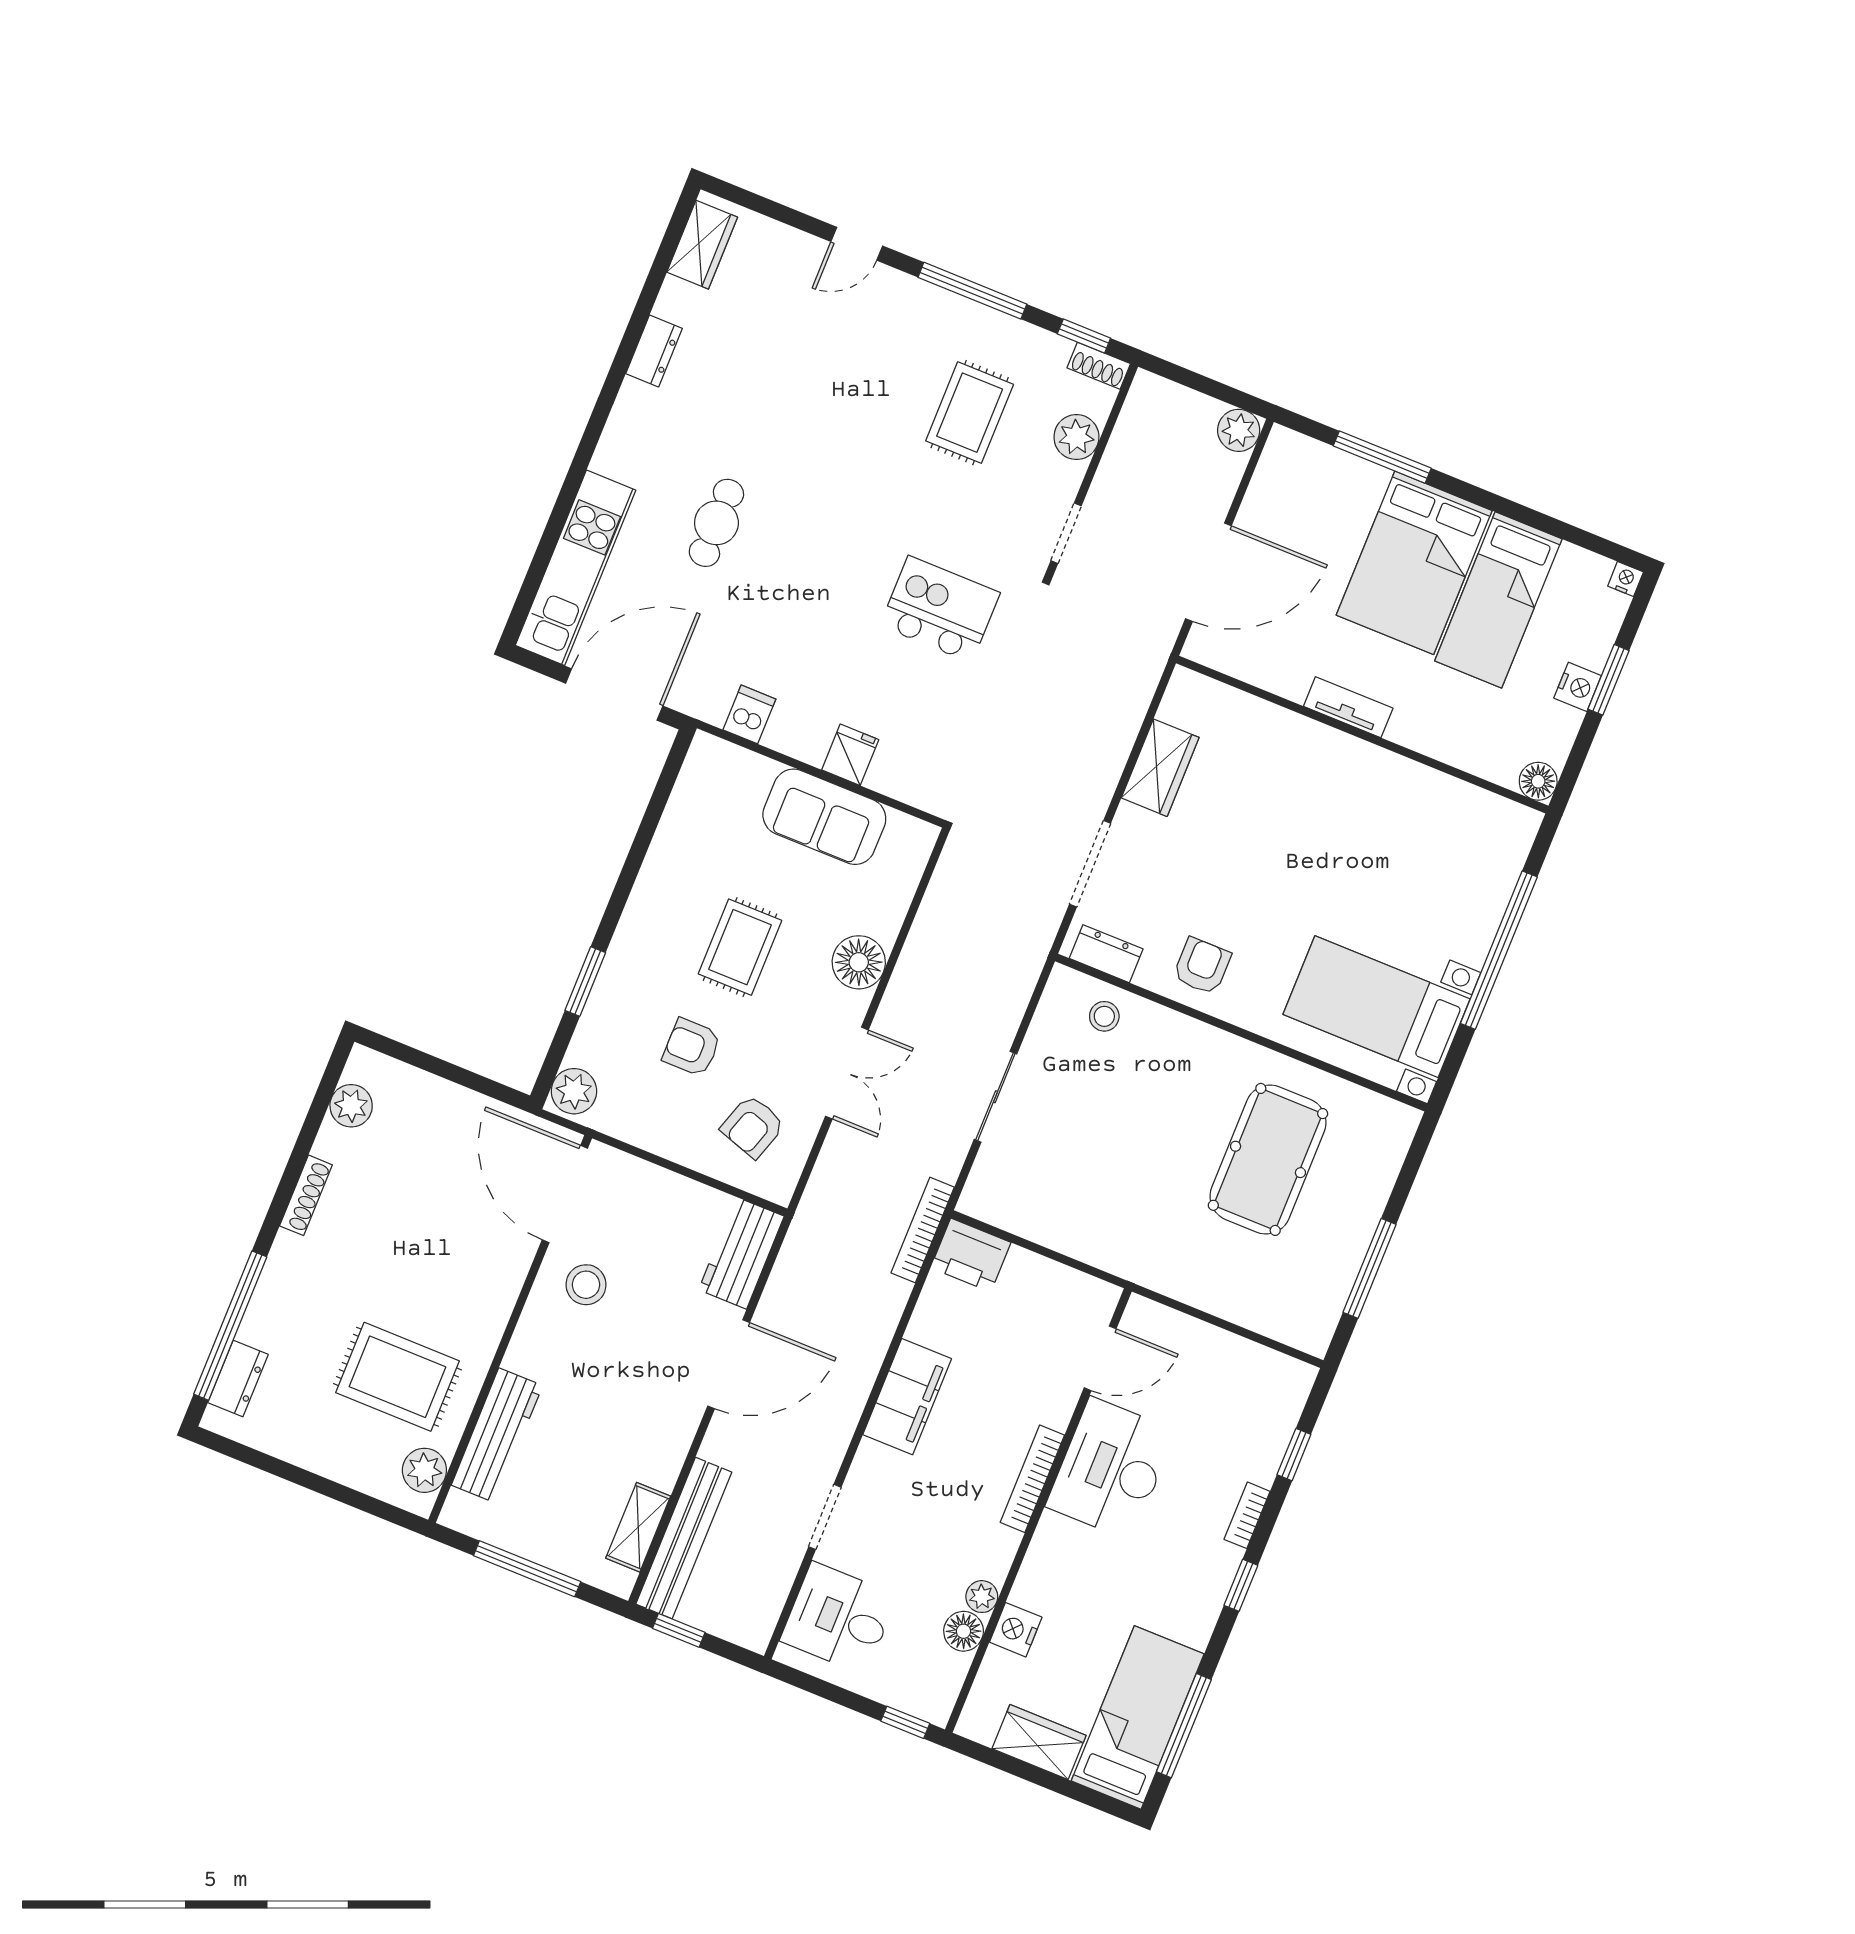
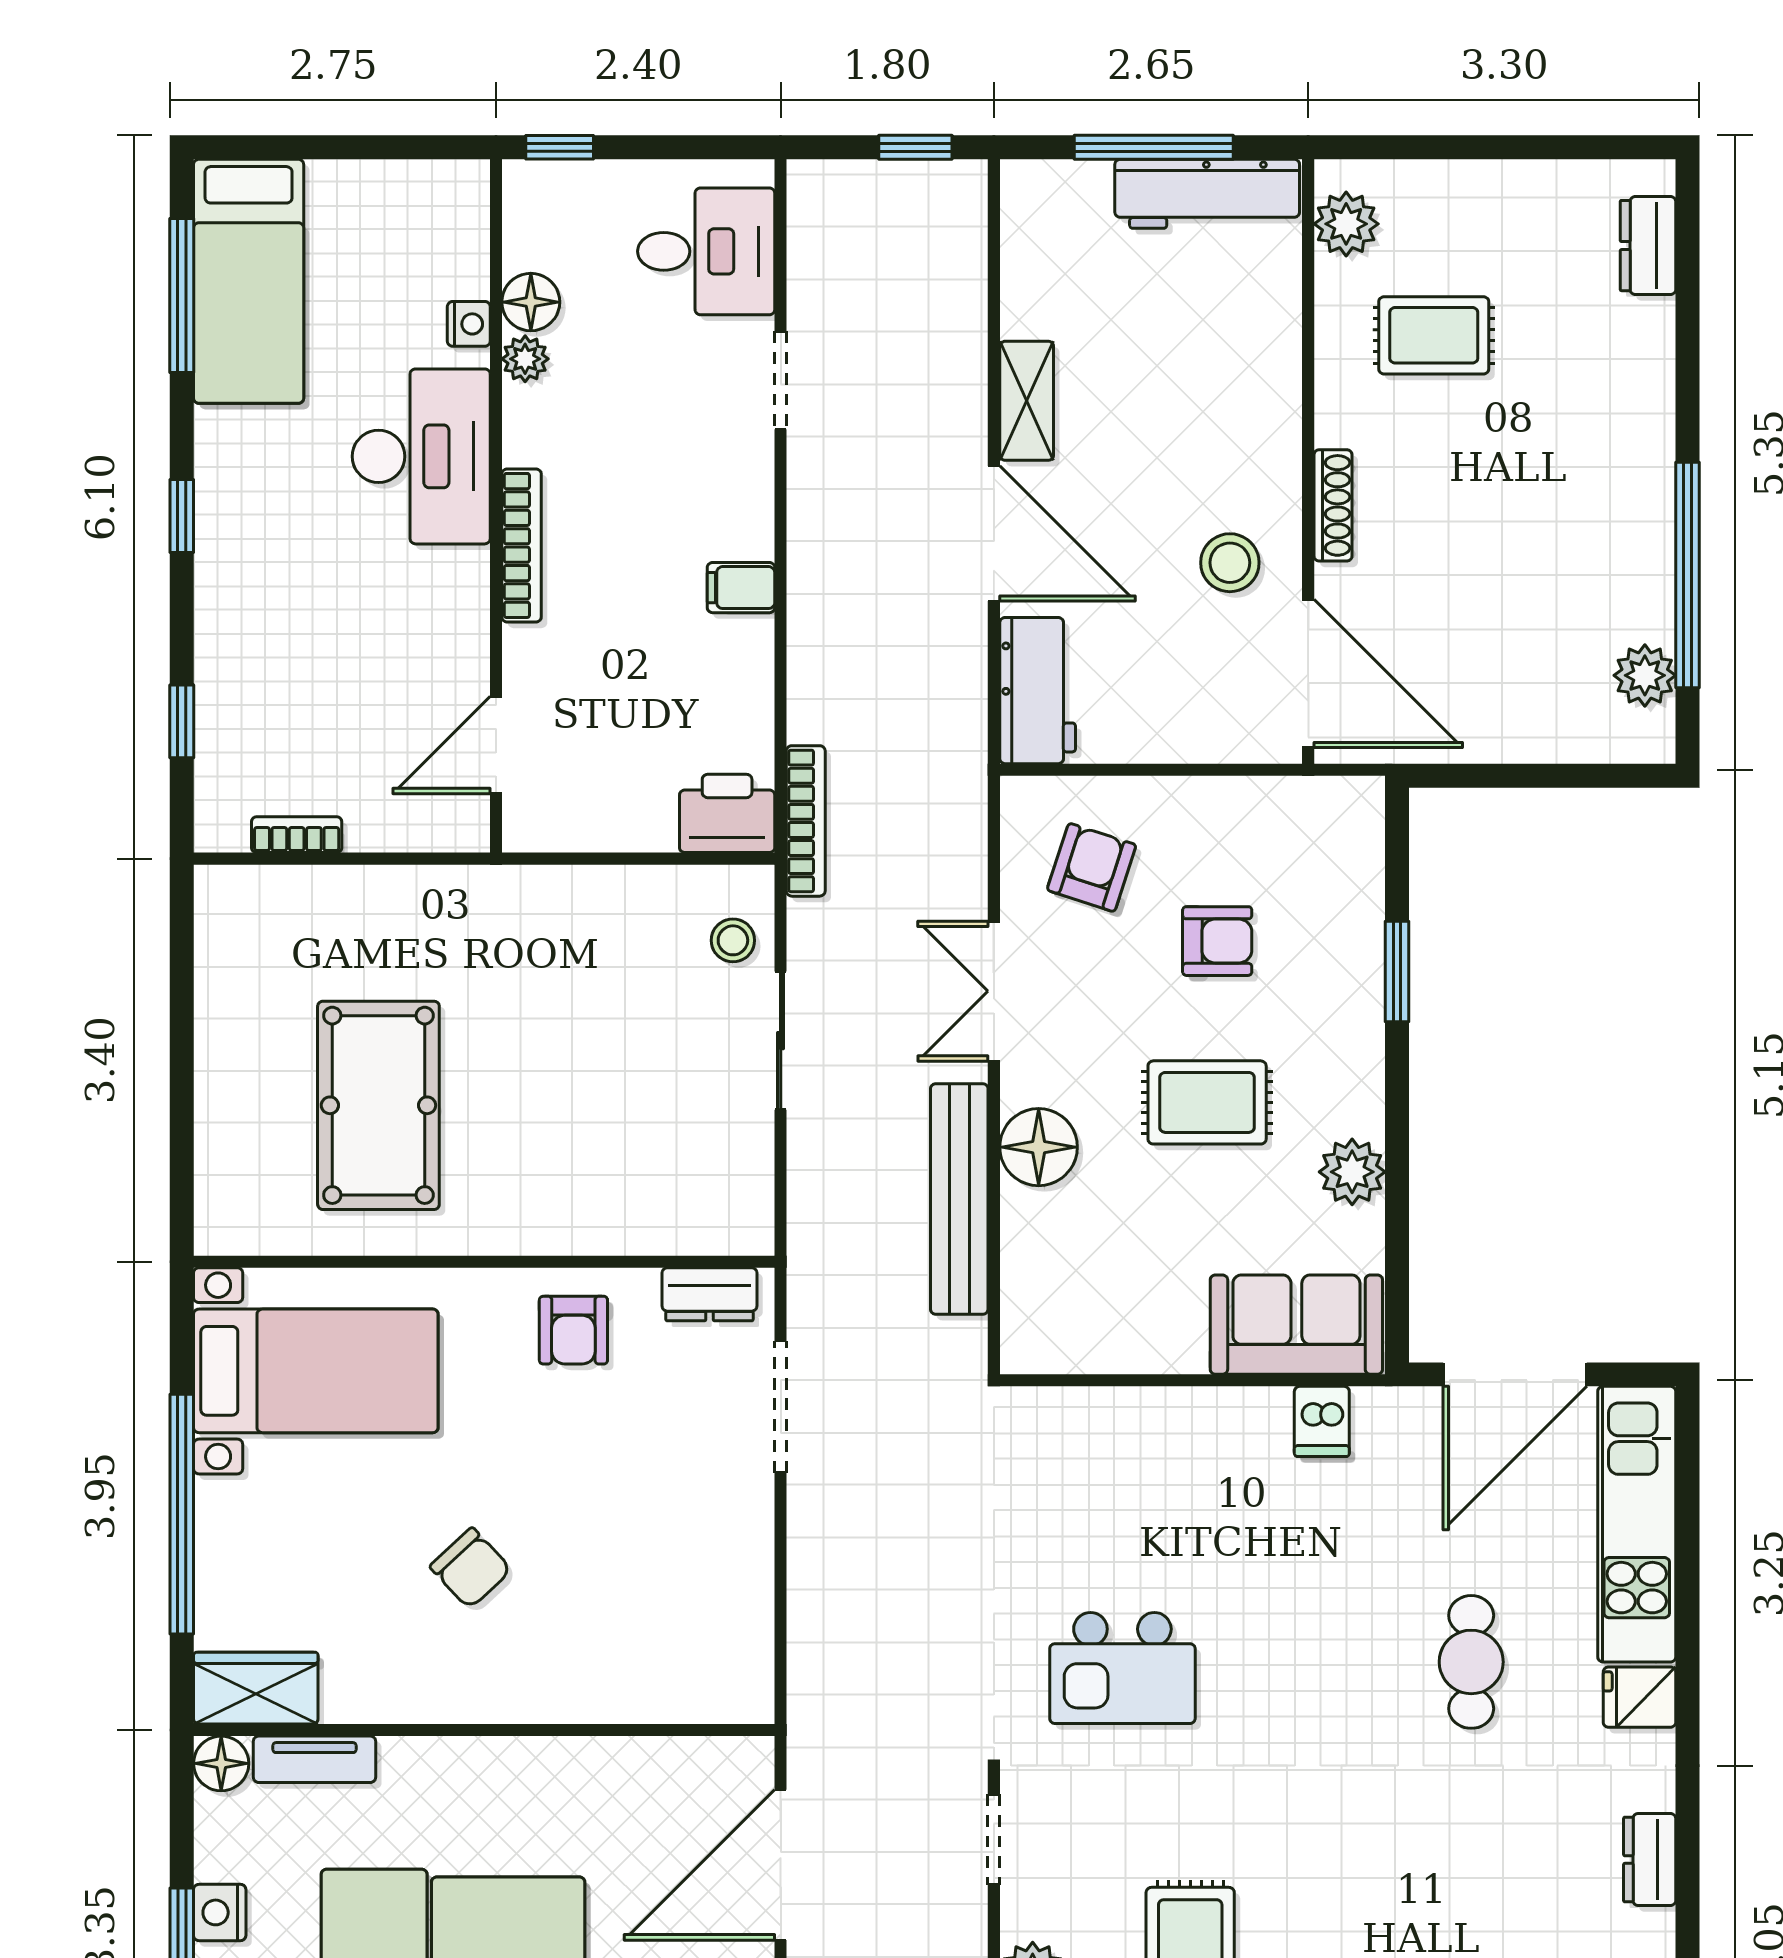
tv unit: (1348, 707) -> (315, 1759), moved
fridge: (850, 755) -> (1639, 1697), moved, turned 90
wardrobe: (1160, 768) -> (256, 1688), moved, turned 90
sofa: (824, 817) -> (1296, 1325), moved
chair: (1329, 841) -> (471, 1568), added
rug: (740, 947) -> (1207, 1102), turned 90
stool: (1104, 1016) -> (733, 940), moved
plant: (574, 1091) -> (1352, 1172), moved
shoe rack: (306, 1195) -> (1333, 505), moved, turned 180
window: (1370, 1268) -> (182, 1014), removed
window: (230, 1326) -> (1687, 575), moved
door: (729, 1364) -> (994, 534), swing flipped
rug: (397, 1377) -> (1434, 335), width x0.73, depth x0.70
filing cabinet: (907, 1397) -> (741, 588), width x0.33, depth x0.86
workbench: (497, 1435) -> (1207, 194), moved, turned -90
desk: (1111, 1469) -> (421, 456), moved
bookcase: (1247, 1515) -> (297, 835), moved, turned -90
shelving: (638, 1527) -> (1027, 401), moved
bench: (684, 1538) -> (959, 1199), moved
nightstand: (1016, 1630) -> (469, 324), width x0.72, depth x0.74
wardrobe: (1039, 1742) -> (368, 194), removed

